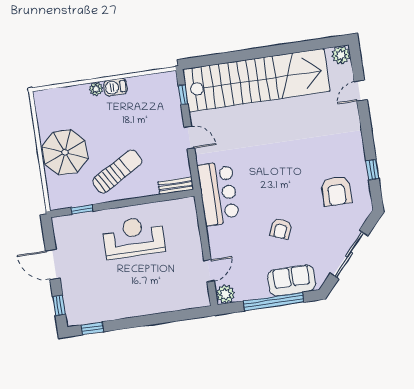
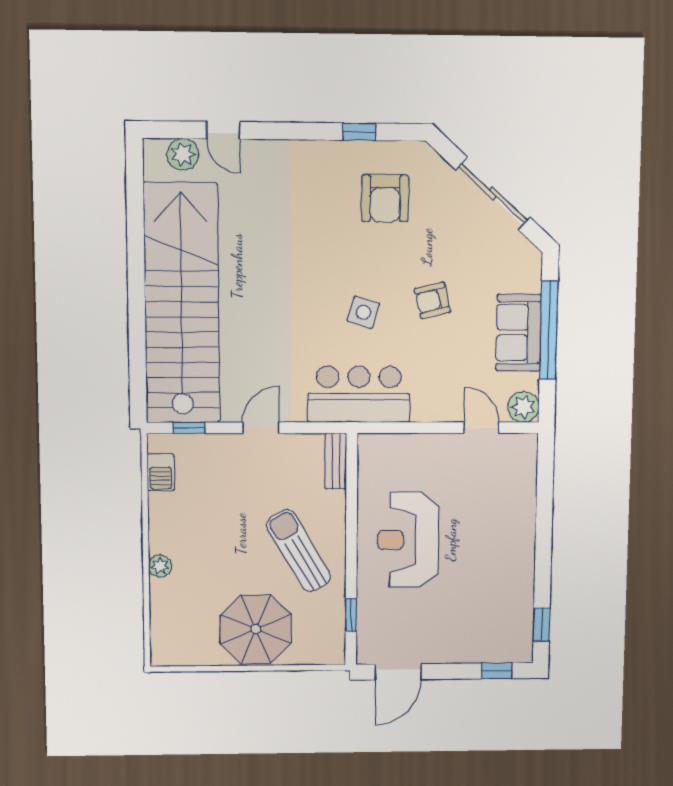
plant: (341, 55) -> (183, 154), moved
barbecue: (116, 87) -> (161, 472), moved
side table: (268, 188) -> (363, 312), added
armchair: (336, 191) -> (385, 198), turned 90
armchair: (281, 229) -> (433, 300), turned 144
door: (53, 265) -> (398, 672), moved
sofa: (292, 280) -> (519, 333), moved

